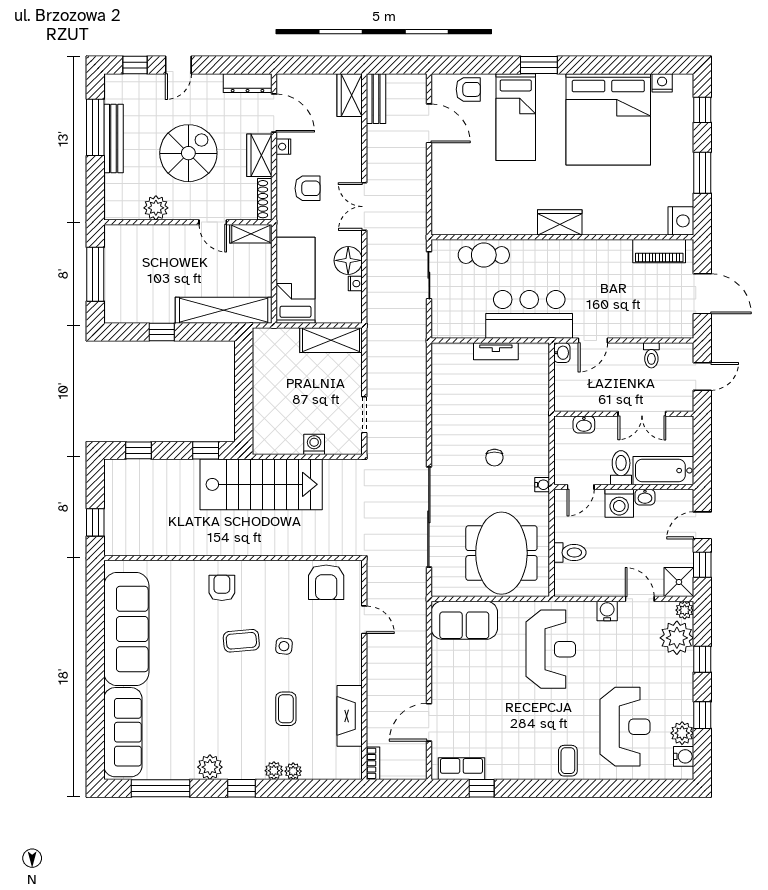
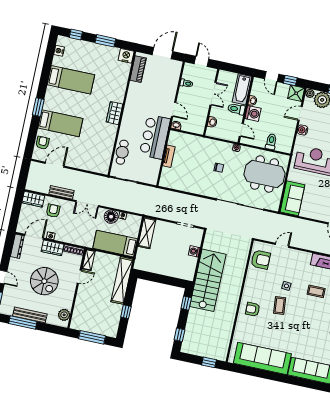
bench: (376, 99) -> (62, 192), moved
bed: (608, 119) -> (71, 80), width x0.49
spiral stairs: (188, 153) -> (44, 281), turned 180
armchair: (307, 188) -> (53, 211), moved
plant: (156, 208) -> (64, 315), moved

